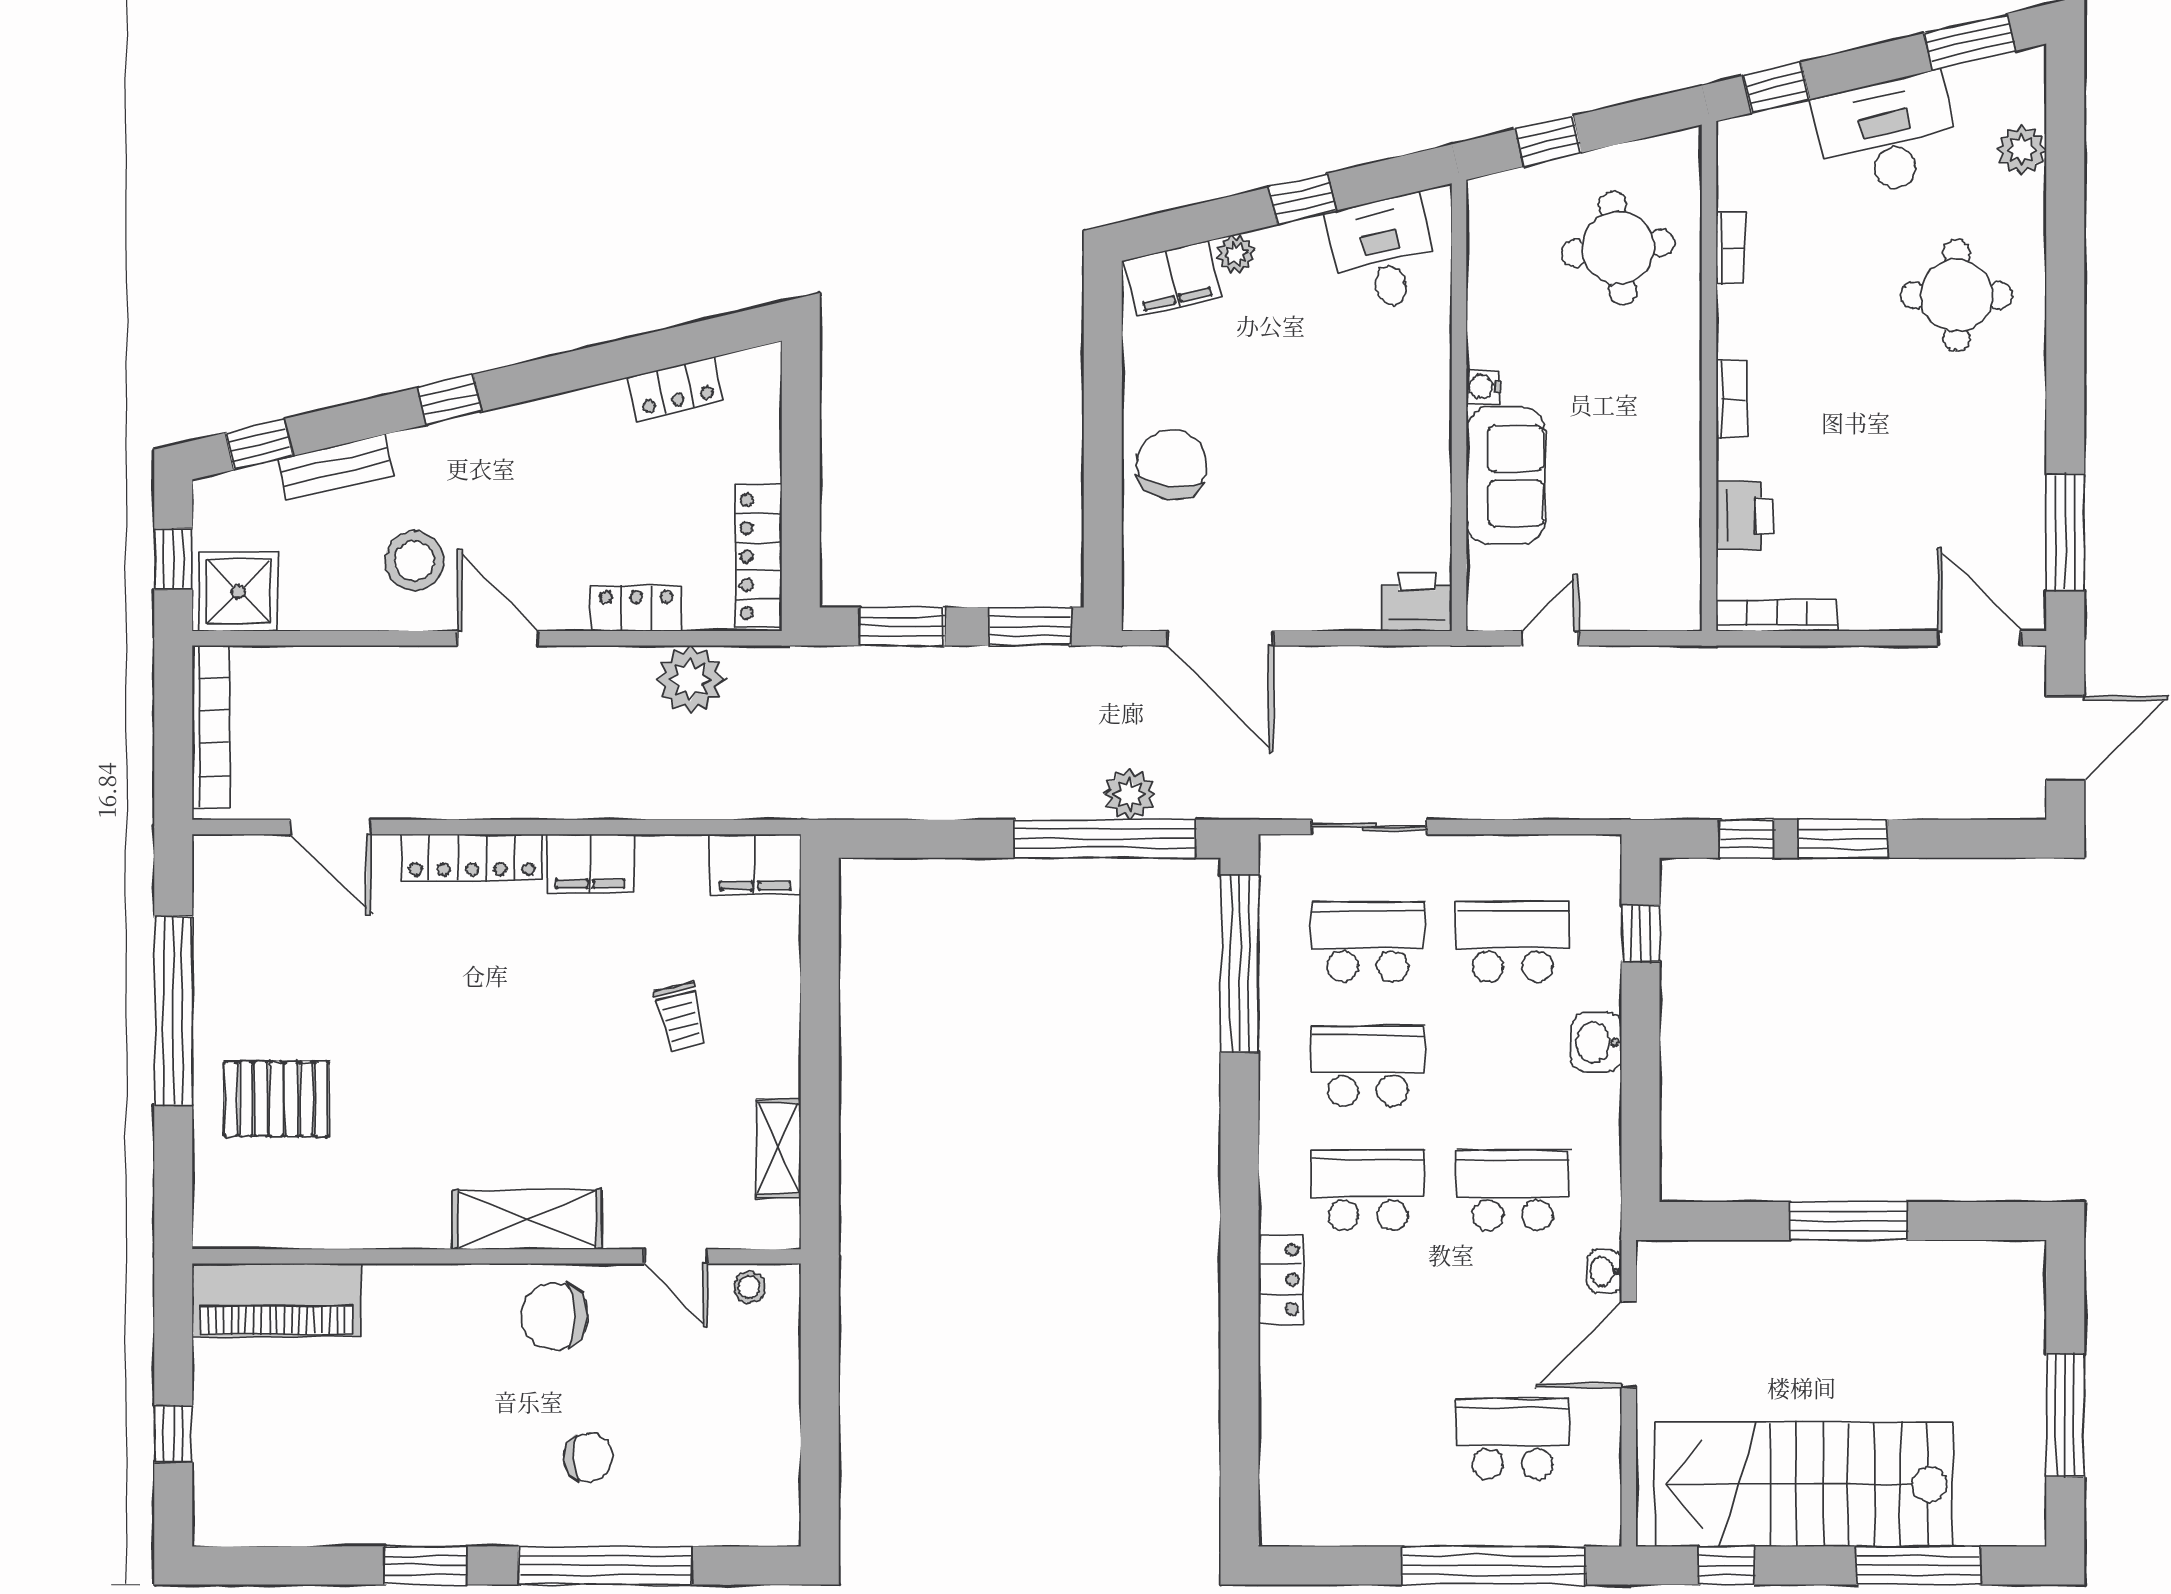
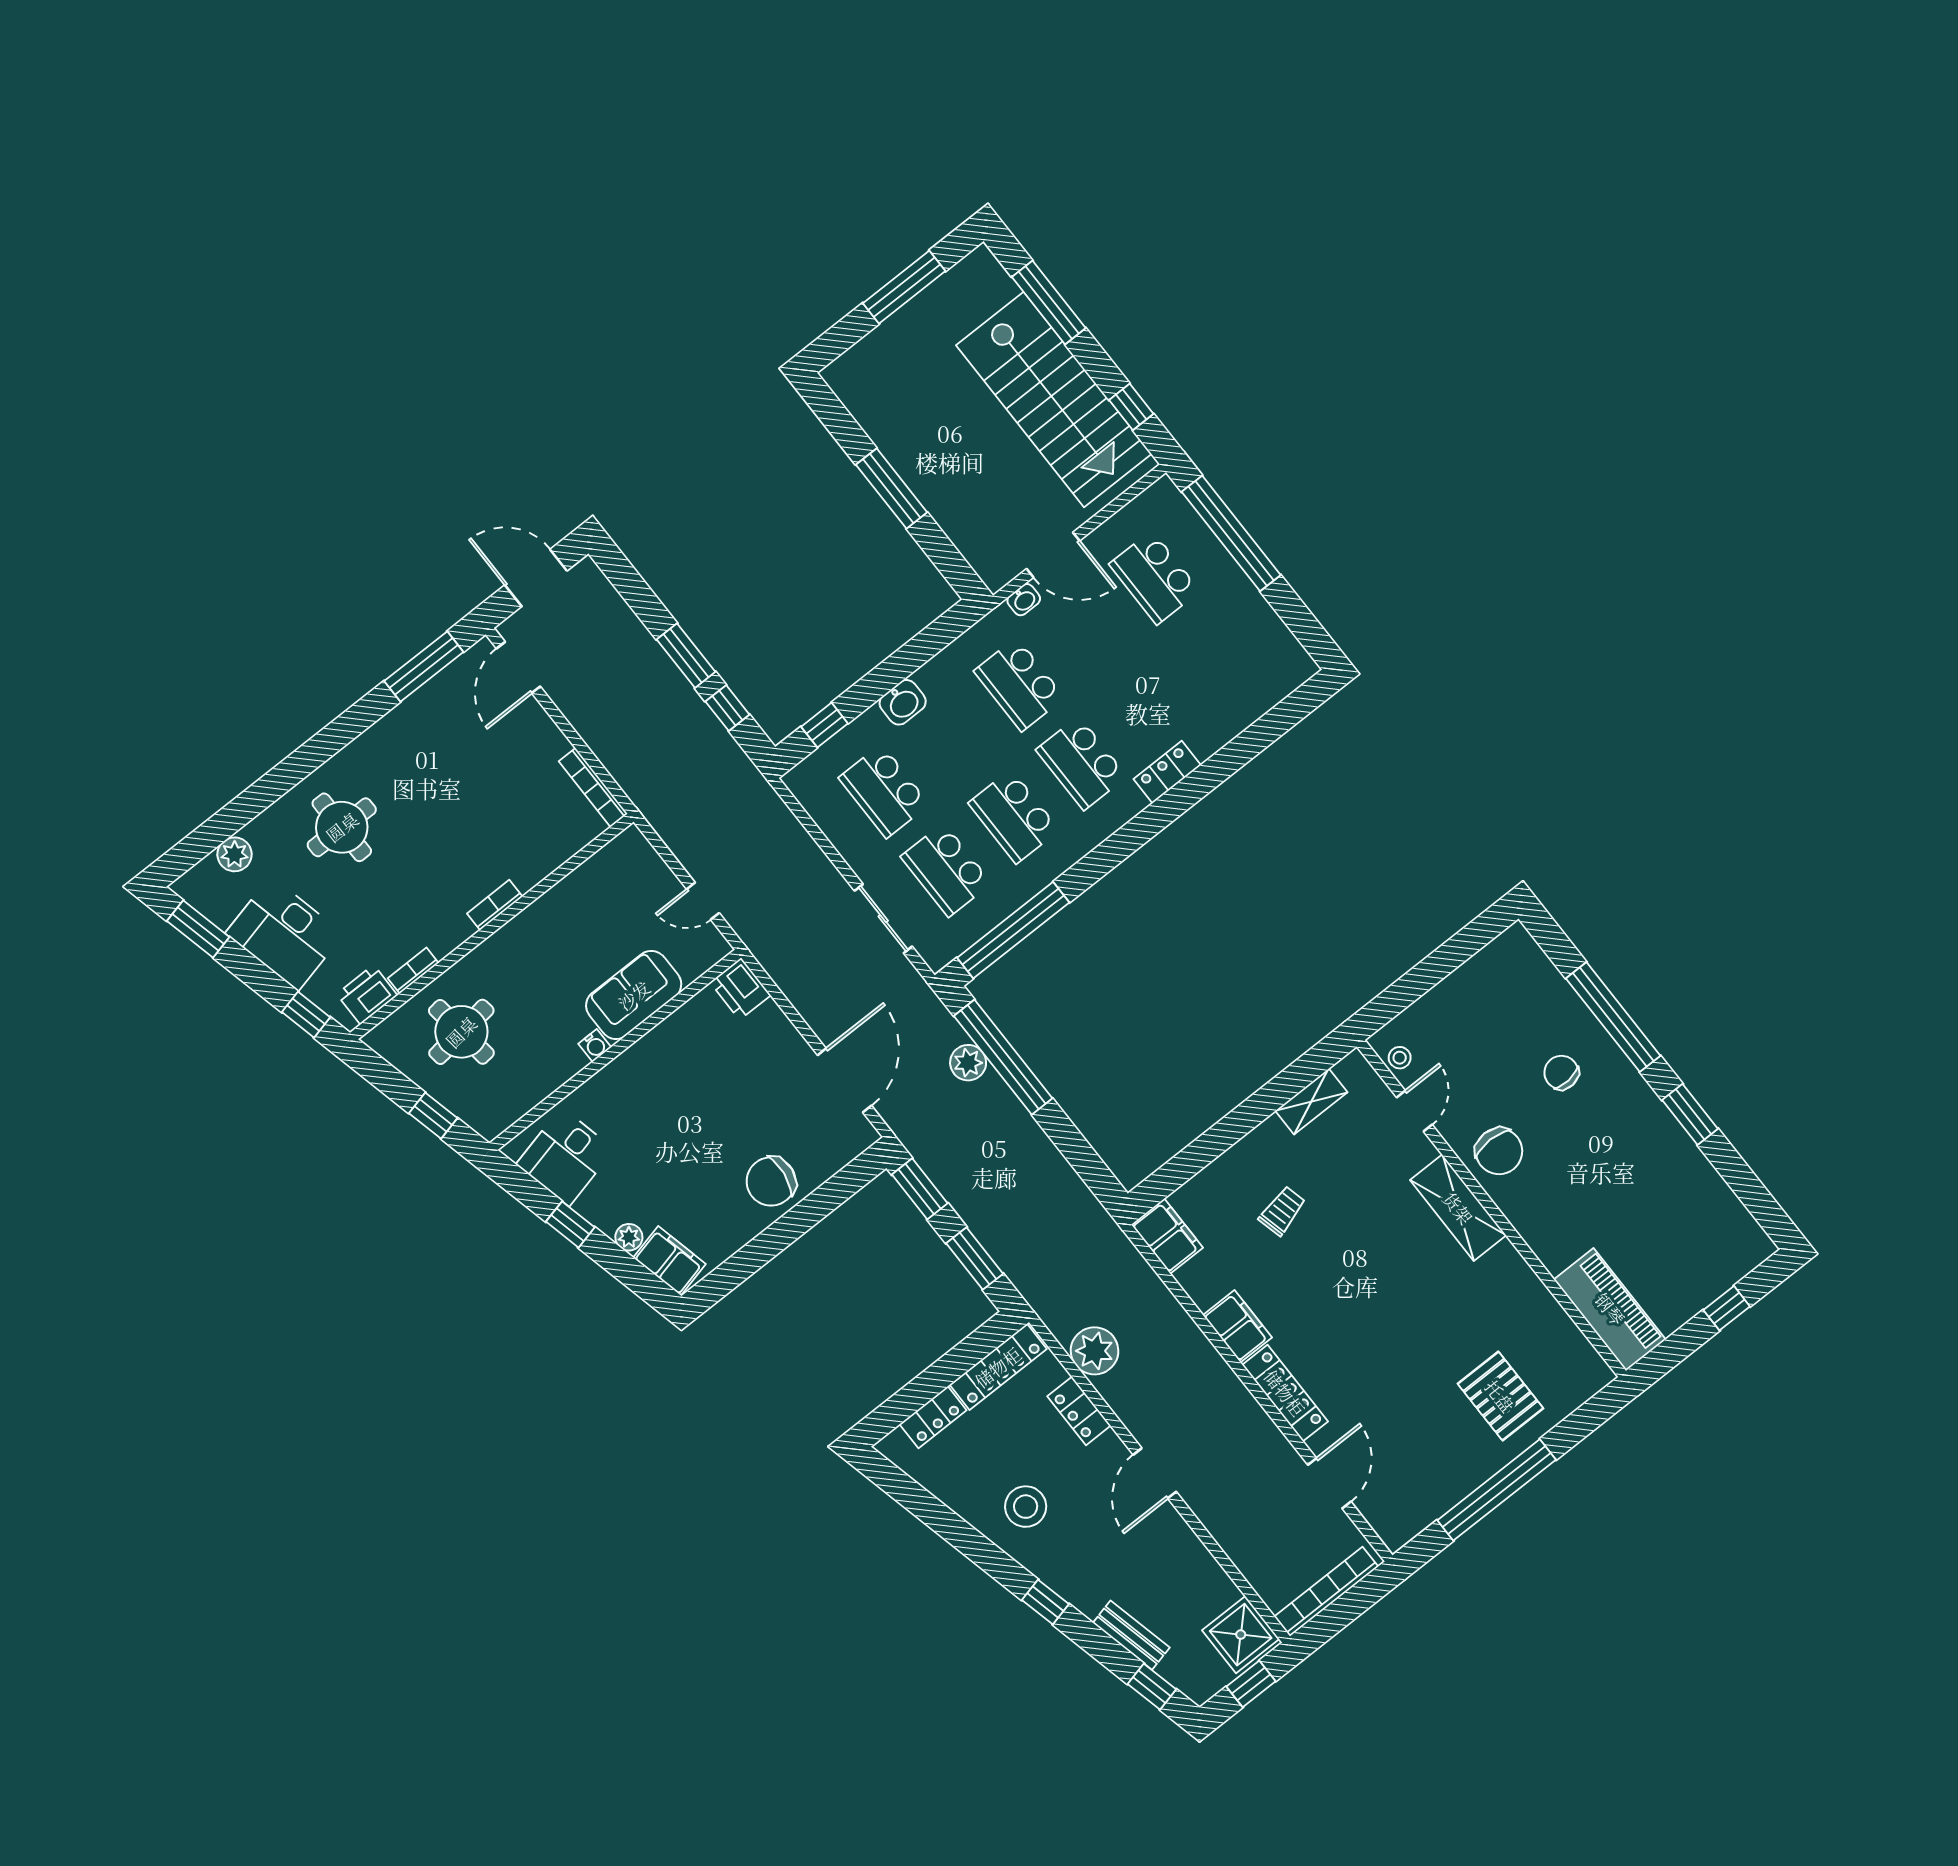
locker: (676, 389) -> (933, 1417), moved, turned 103
printer: (1744, 516) -> (367, 995), moved
stool: (414, 561) -> (1026, 1507), moved

